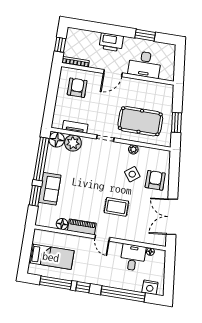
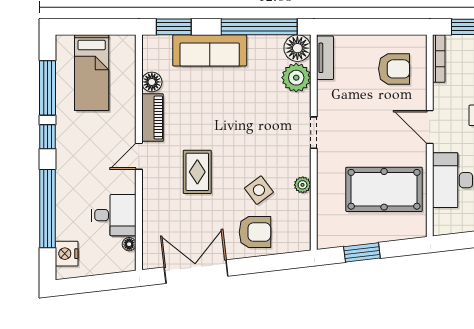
pool table: (140, 121) -> (384, 189), moved, turned 90
tv unit: (75, 127) -> (325, 58), moved
sofa: (50, 189) -> (210, 50), width x1.36
window: (35, 196) -> (174, 27), moved

